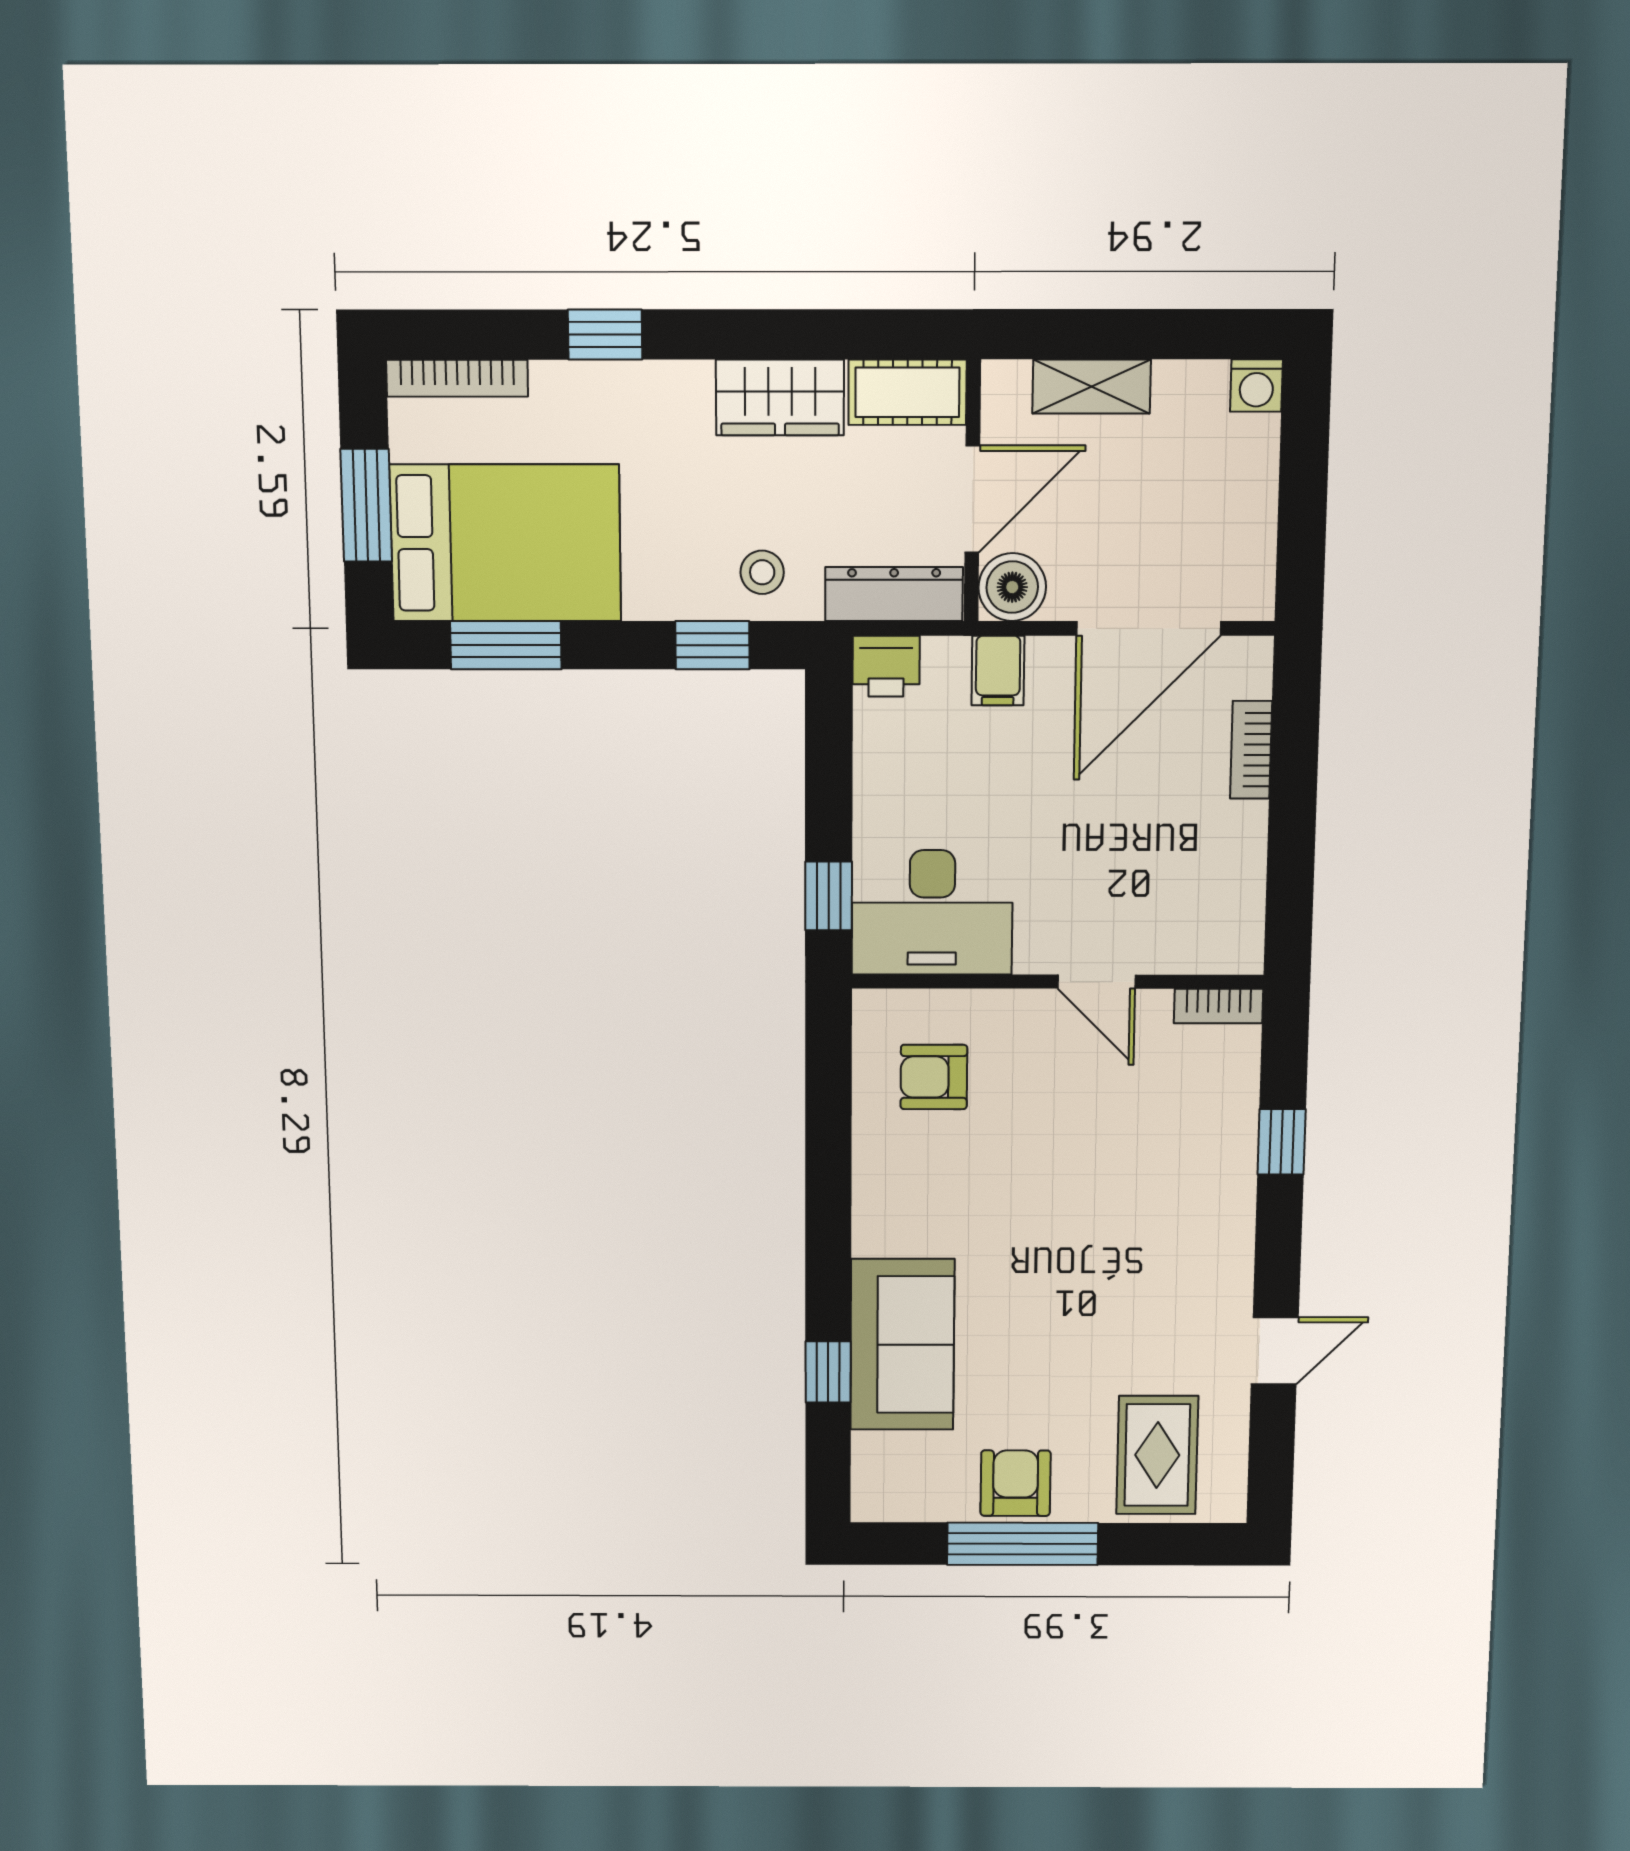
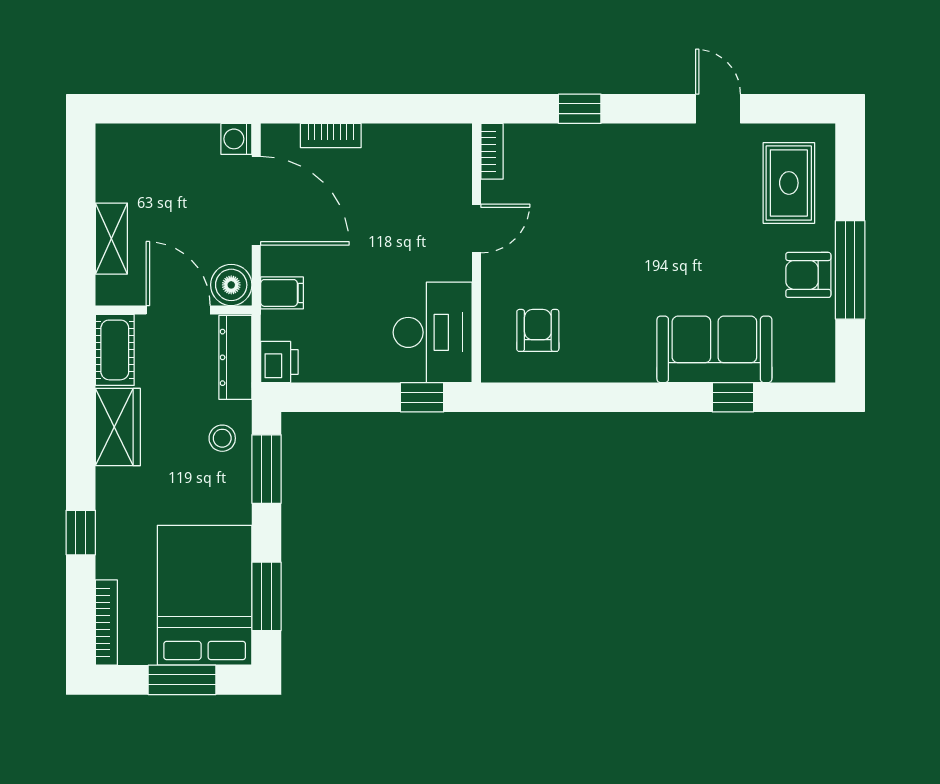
washing machine: (1256, 386) -> (236, 139), moved, turned 180
window: (712, 645) -> (267, 469), width x1.50
armchair: (934, 1077) -> (538, 330), turned 180
rug: (1157, 1455) -> (789, 183), turned 90

